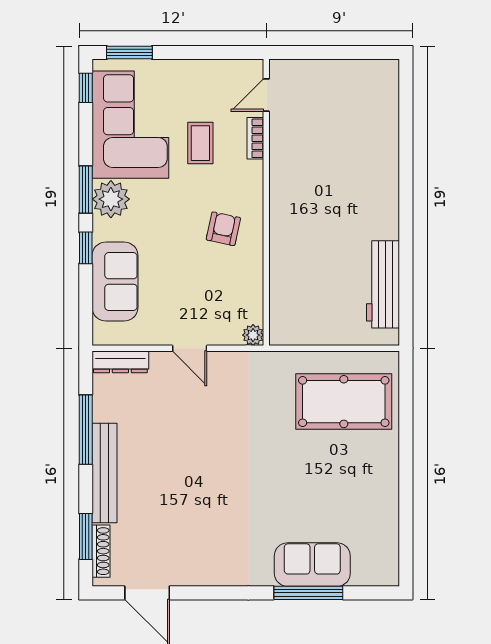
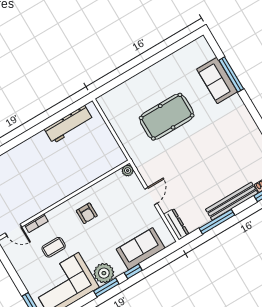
armchair: (223, 229) -> (87, 213), turned -102
pool table: (344, 402) -> (167, 117), moved, turned 90

